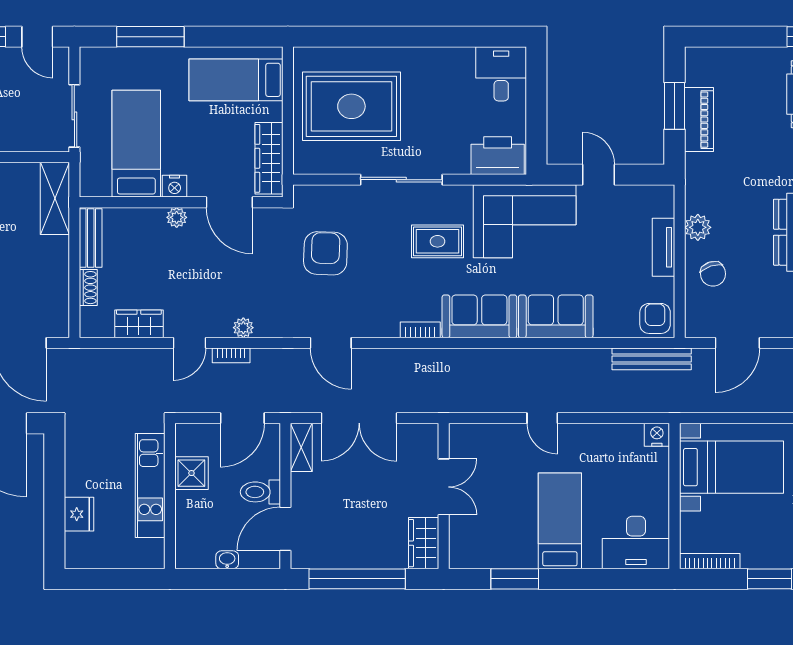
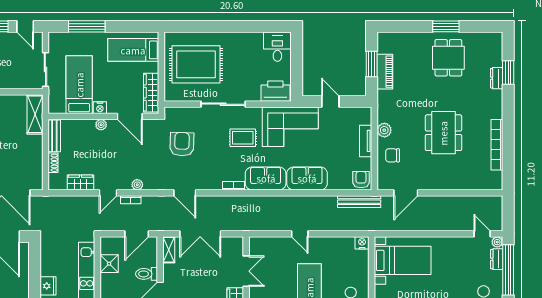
chair: (713, 274) -> (393, 155), turned 108

